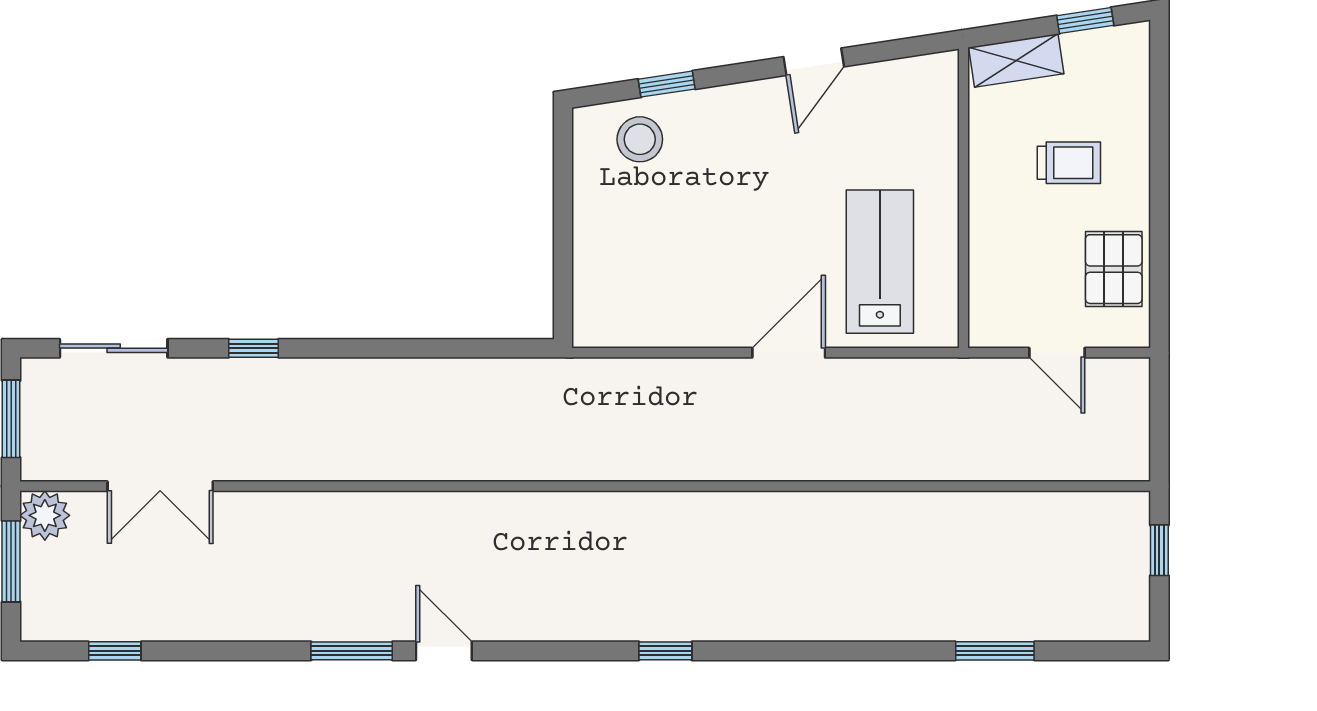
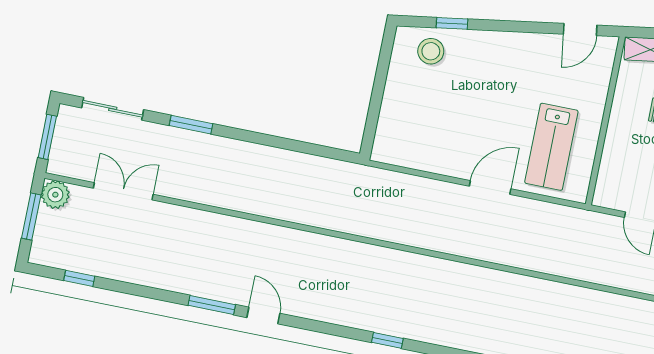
door: (814, 62) -> (580, 30), moved
lab bench: (880, 262) -> (551, 147), turned 180
window: (254, 348) -> (191, 125), width x1.50
double door: (160, 486) -> (123, 191), swing flipped

